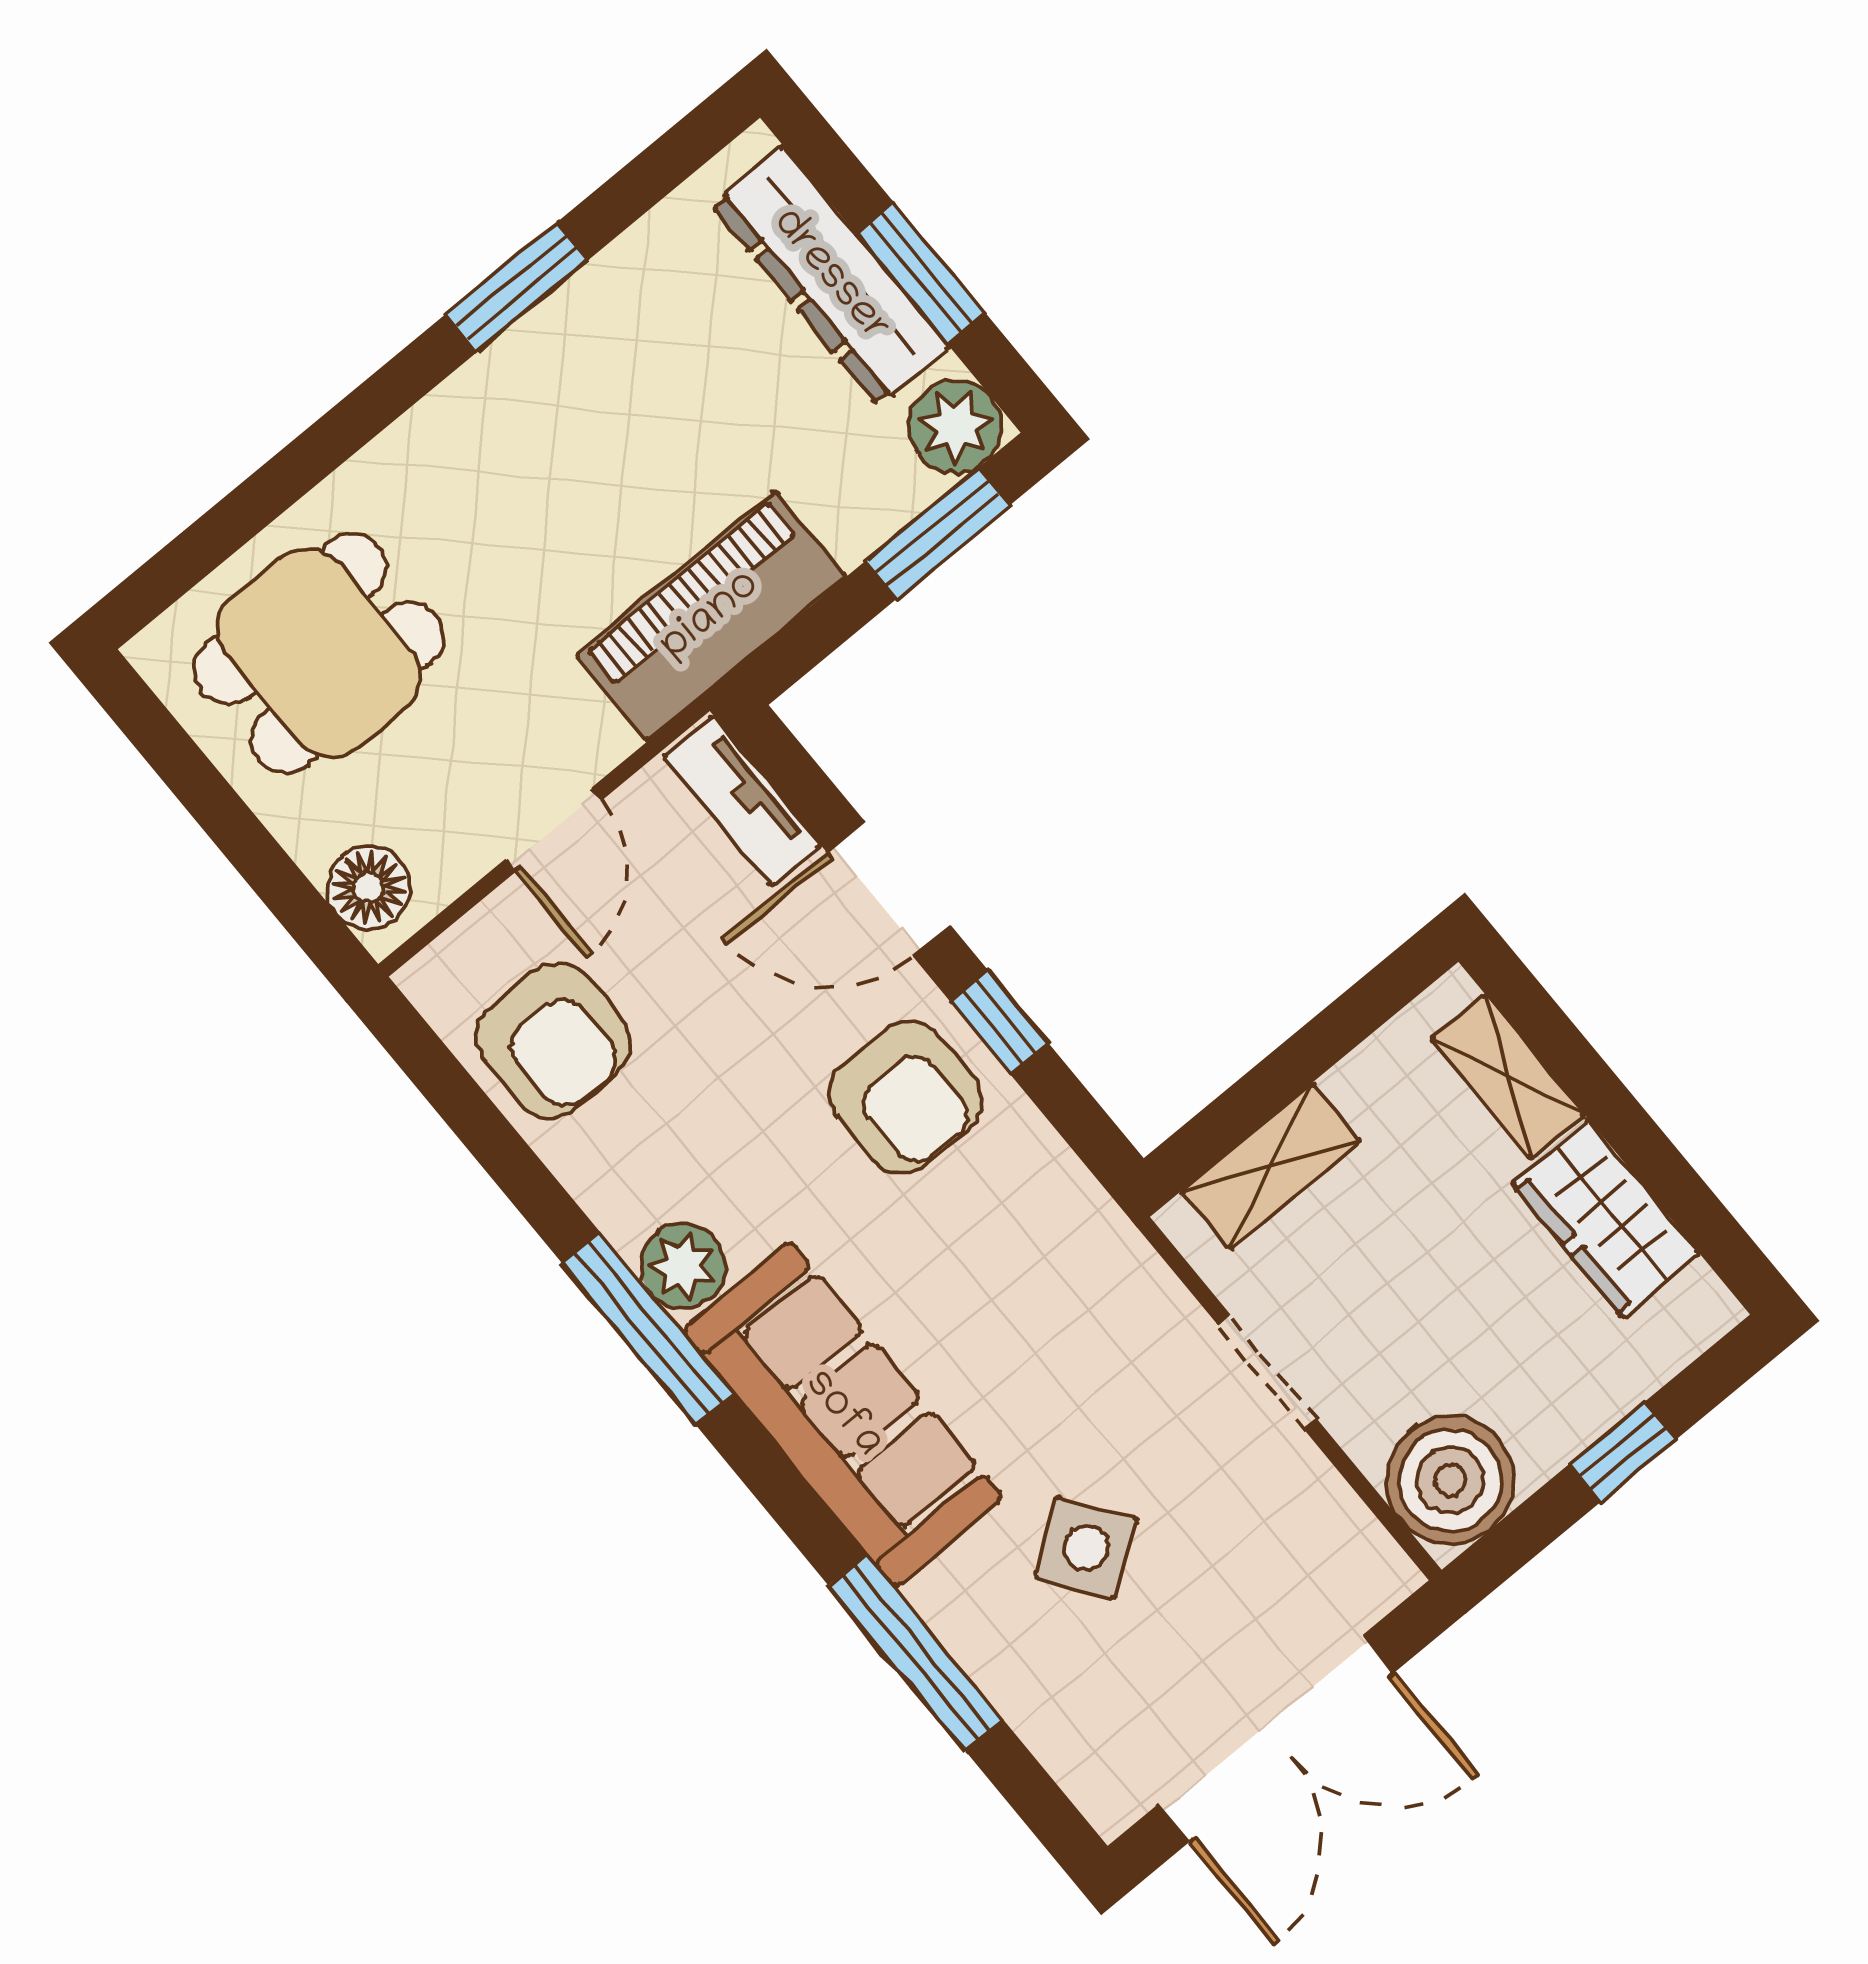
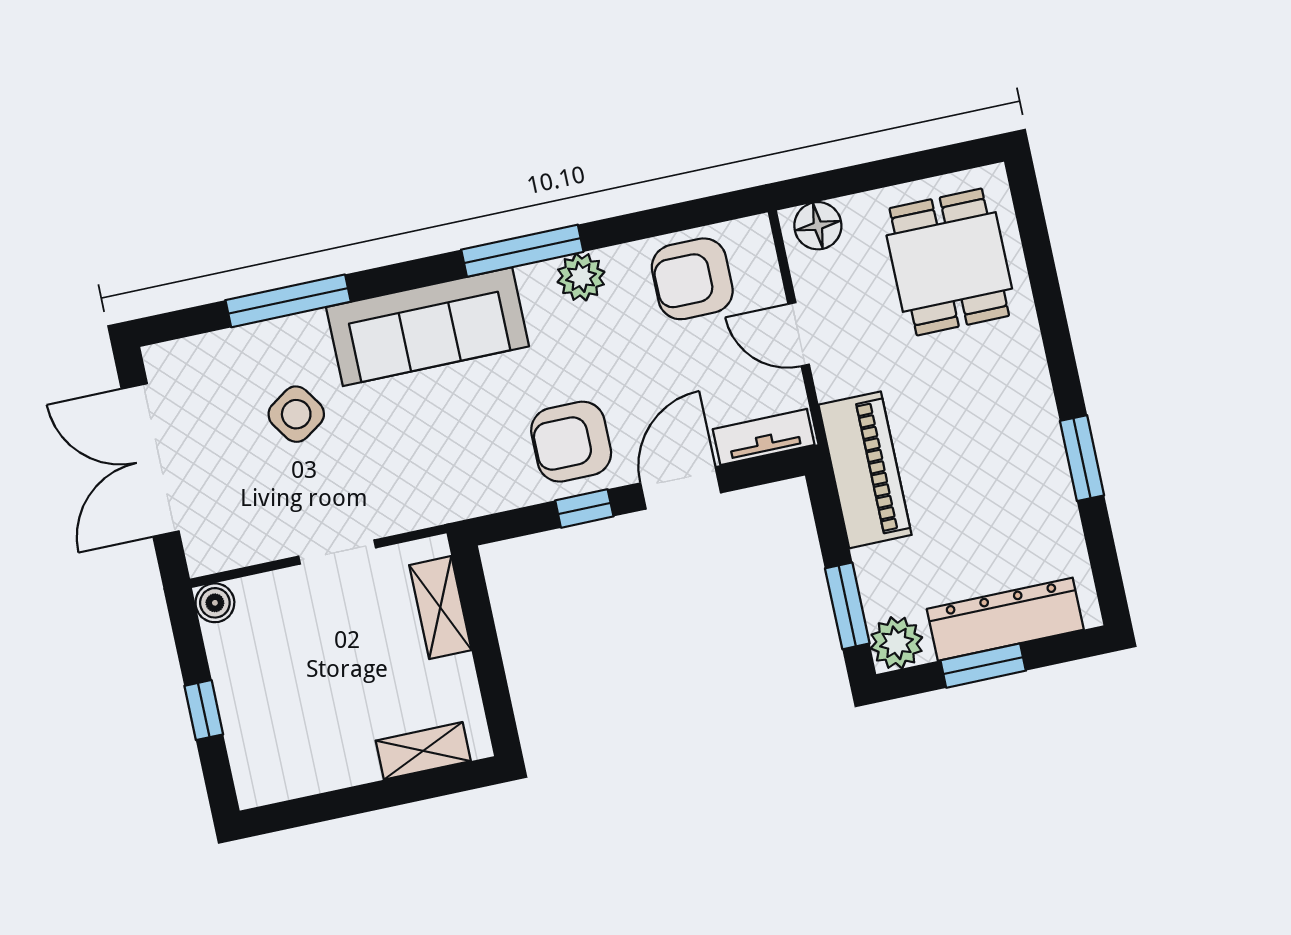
wardrobe: (1606, 1219) -> (326, 763), removed
plant: (683, 1266) -> (581, 277), moved
boiler: (1450, 1480) -> (215, 603), width x0.54, depth x0.54

